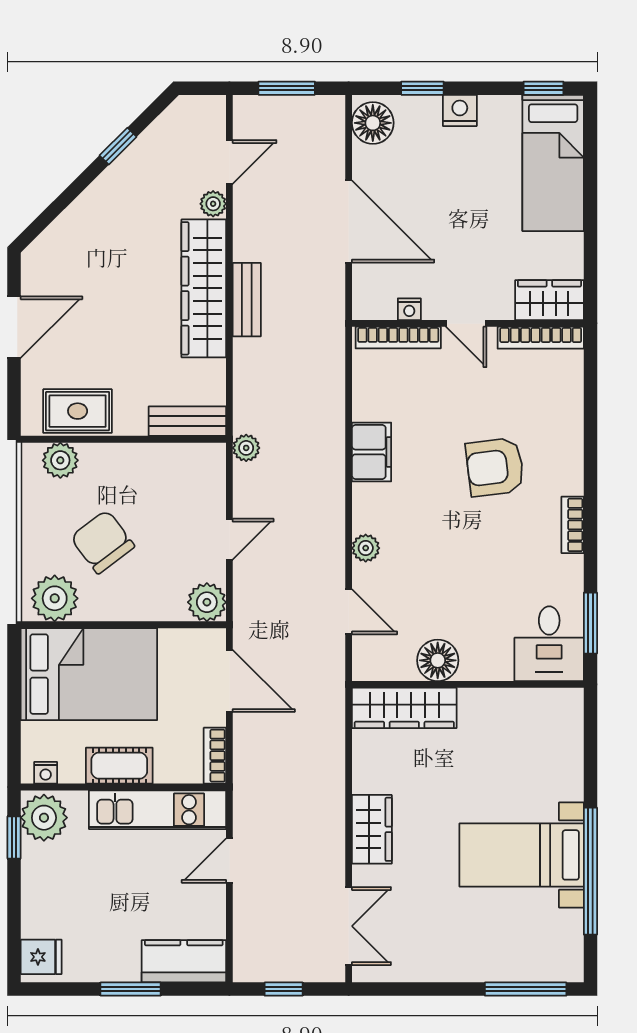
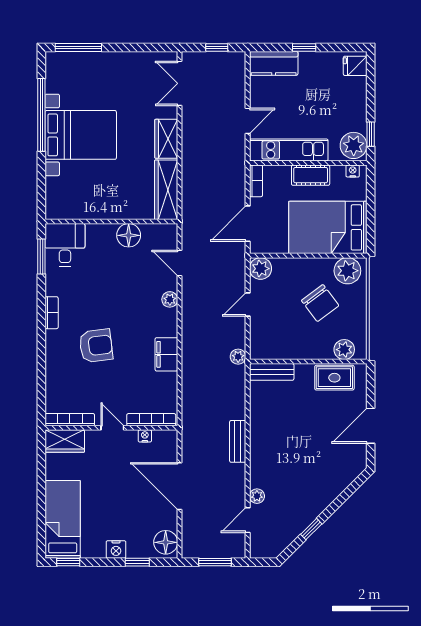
wardrobe: (204, 288) -> (262, 448), removed
door: (229, 681) -> (248, 224), hinge flipped
wardrobe: (404, 708) -> (166, 190), moved, turned -90
bed with nightstands: (522, 855) -> (81, 135), width x1.36
window: (131, 989) -> (304, 47), width x0.67

